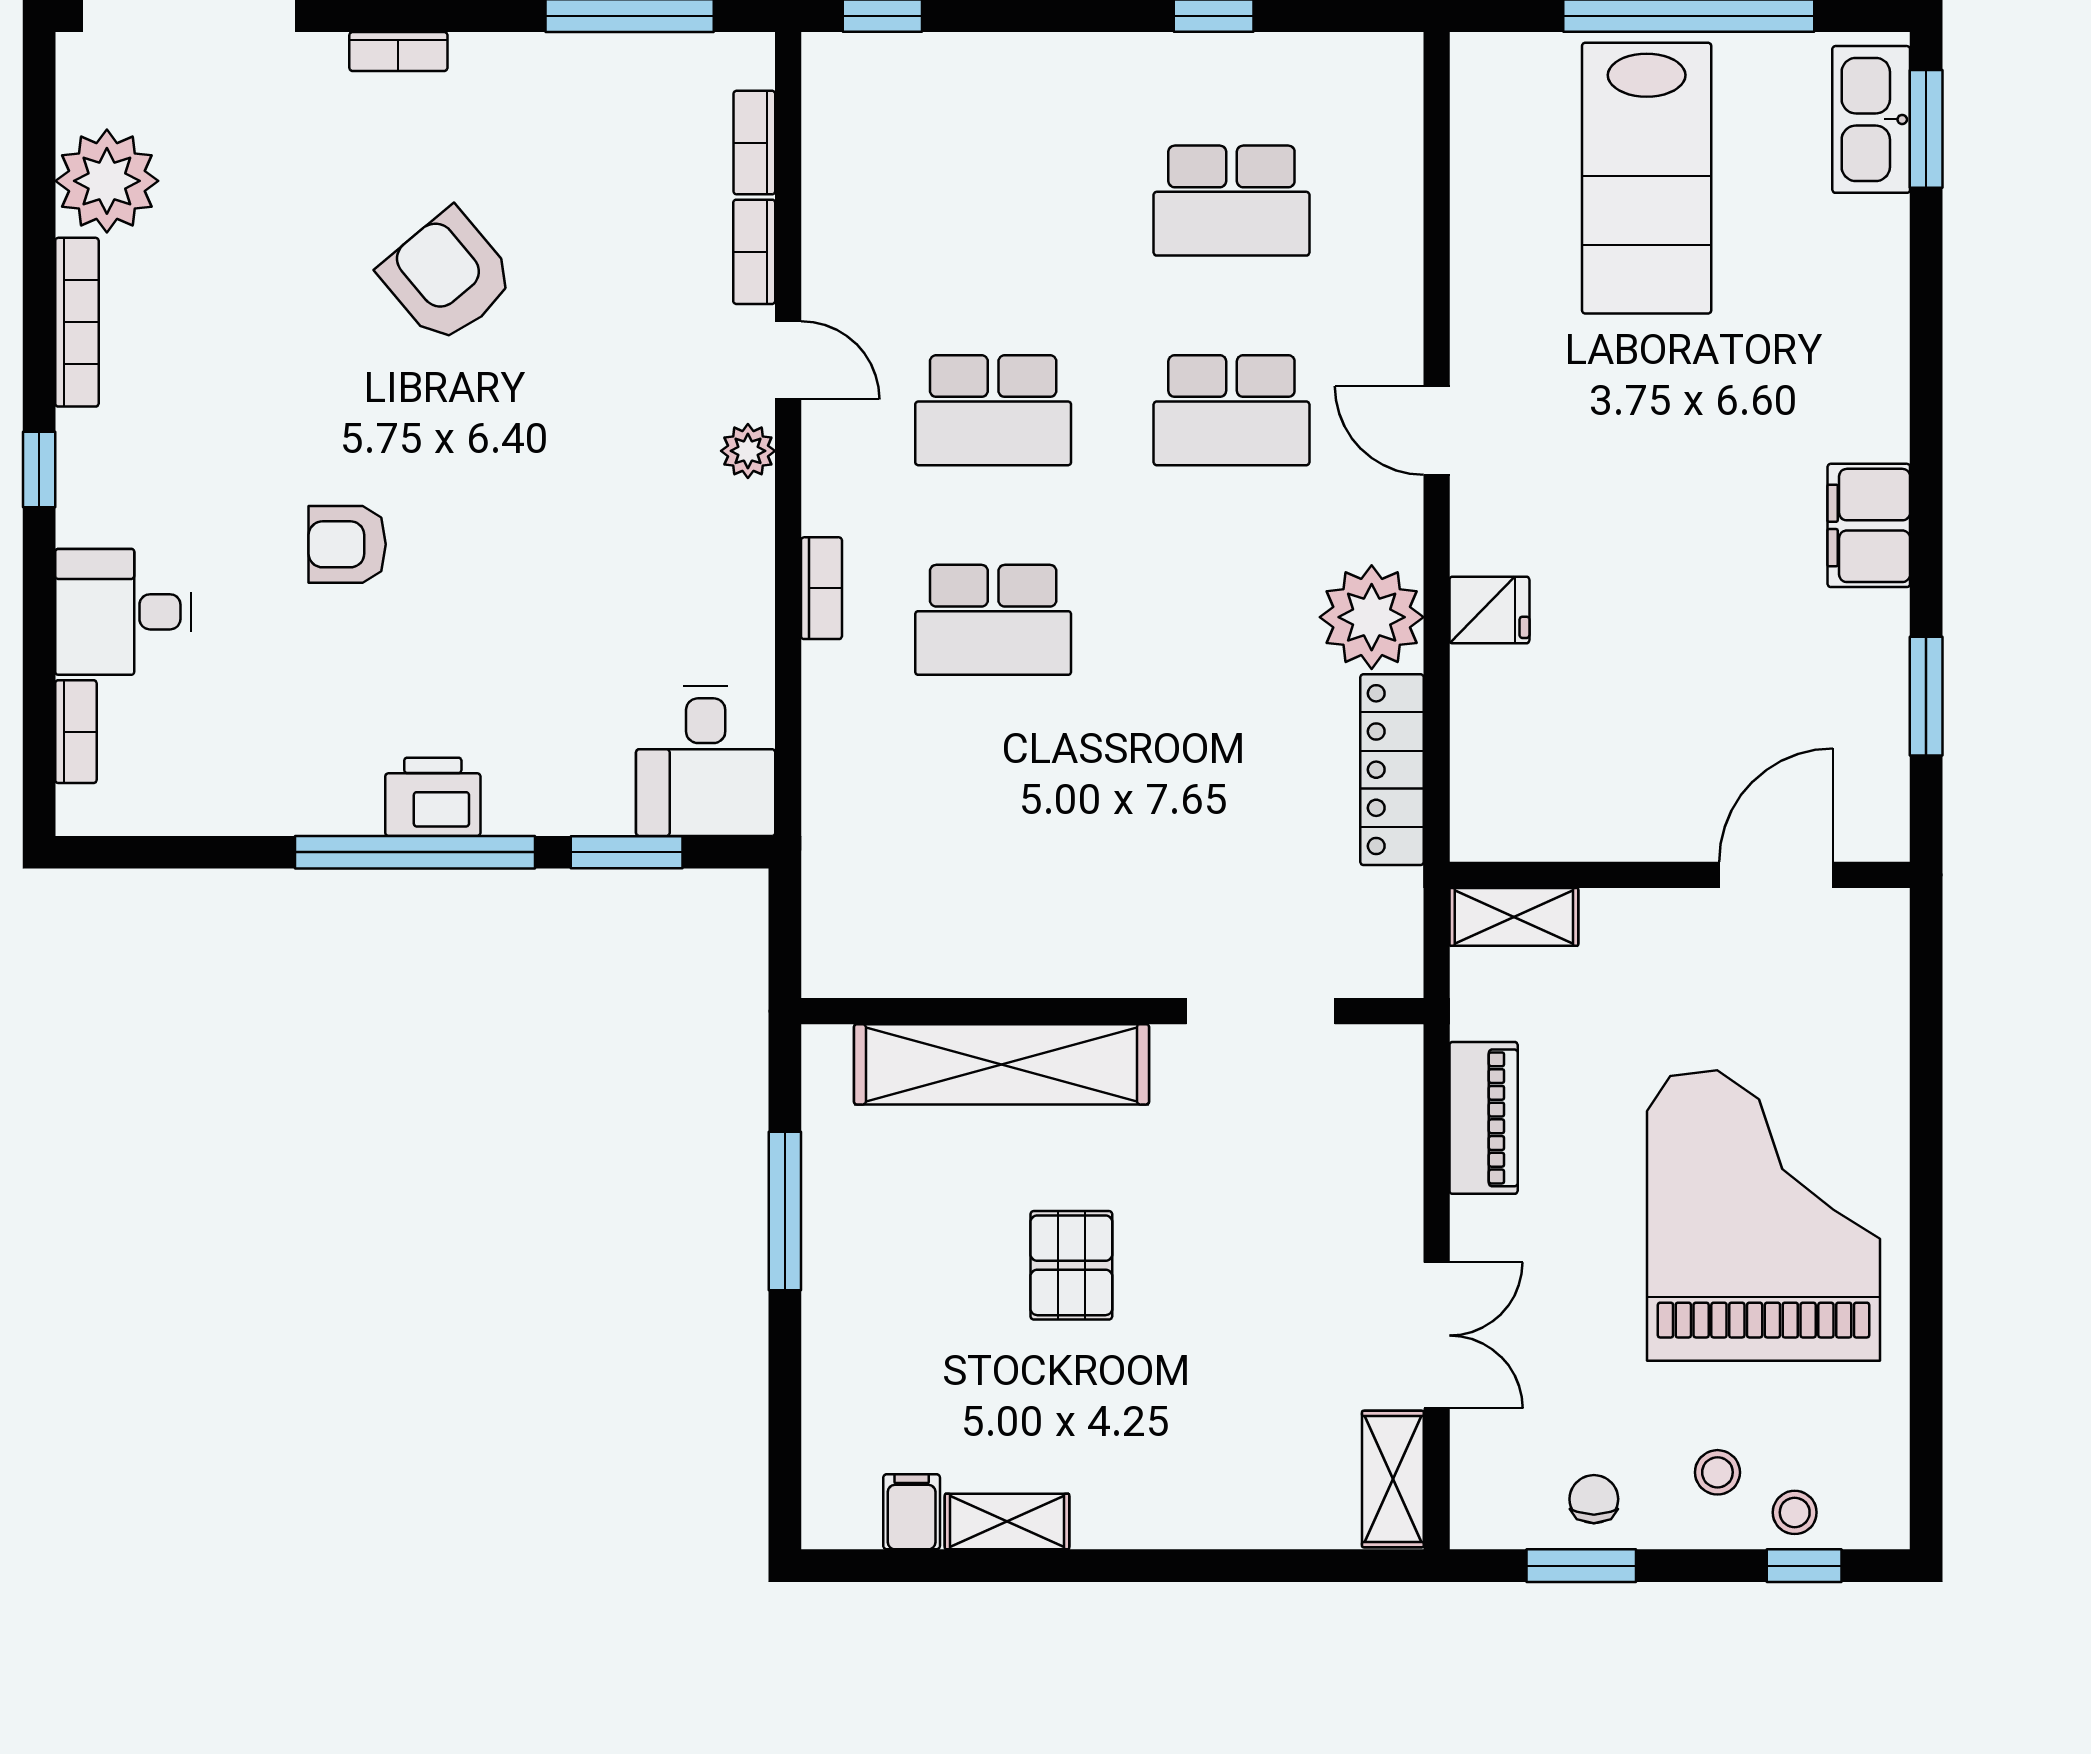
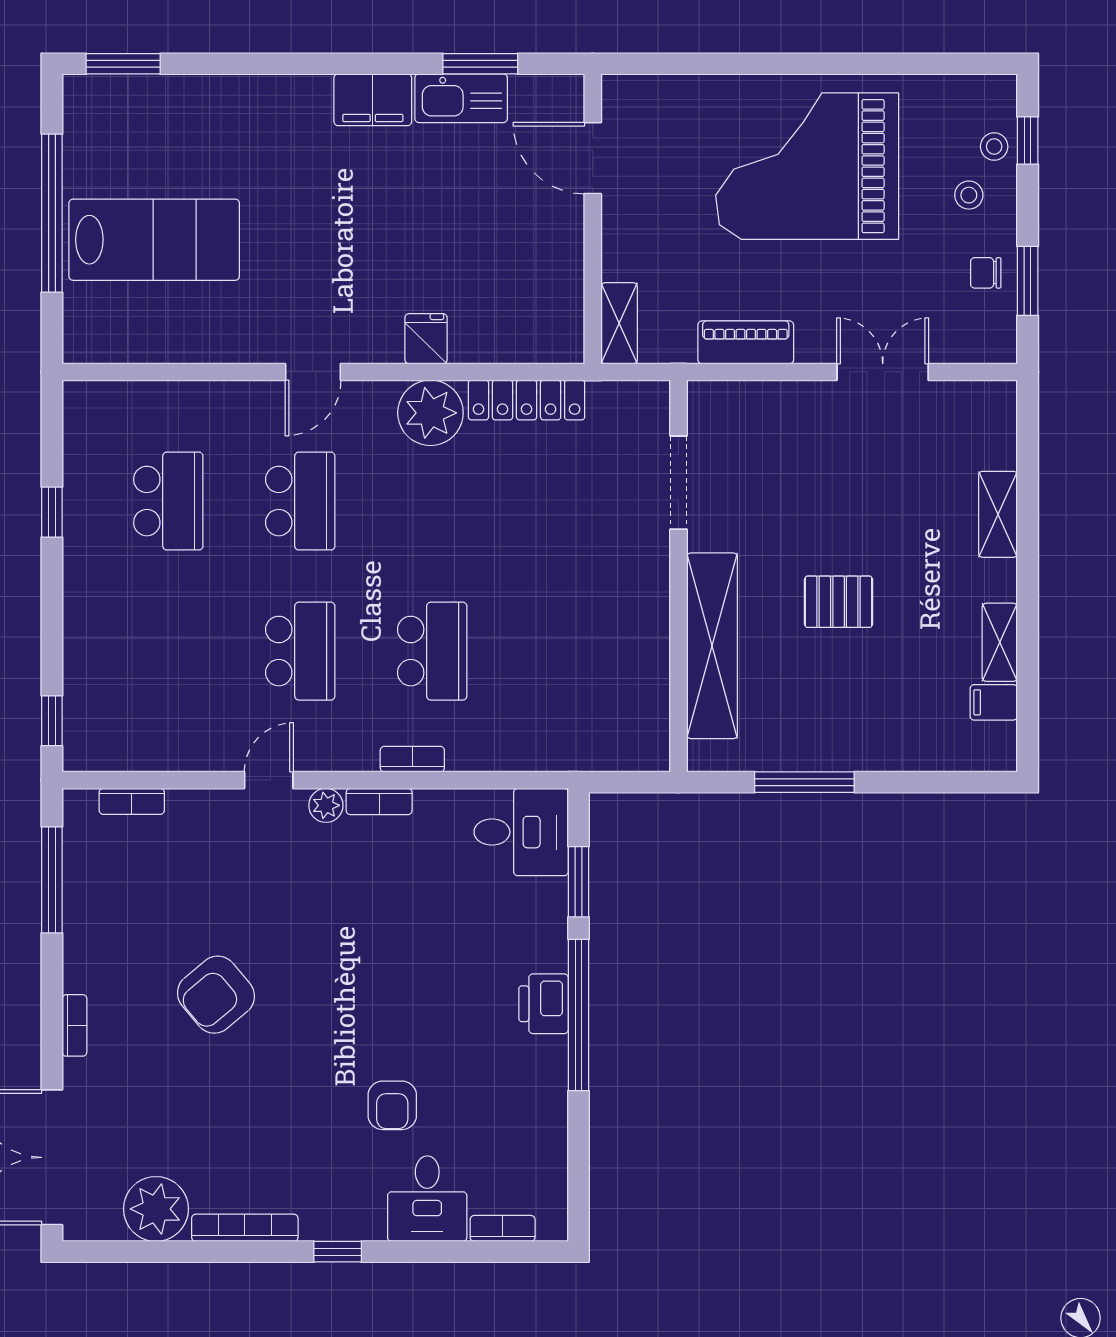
kitchen sink: (1871, 119) -> (461, 98), moved
bookcase: (754, 252) -> (379, 801), moved
armchair: (347, 544) -> (392, 1105), moved
shelving: (1393, 1479) -> (998, 514), moved, turned 90

